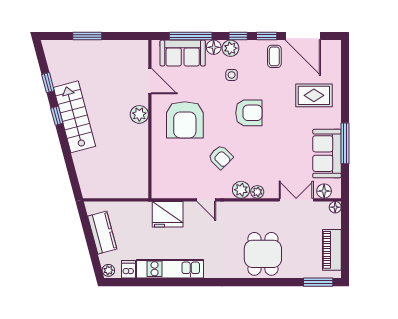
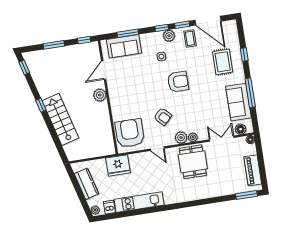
window: (130, 36) -> (84, 40), added
window: (191, 36) -> (128, 33), width x0.69
floor lamp: (214, 47) -> (146, 39), removed
plant: (230, 48) -> (169, 36), moved
door: (150, 81) -> (104, 70), swing flipped
window: (48, 83) -> (24, 67), moved
window: (345, 90) -> (244, 54), added
rug: (314, 95) -> (223, 62), turned 90
stairs: (74, 117) -> (60, 119), moved
armchair: (185, 120) -> (130, 133), moved, turned 180
fridge: (168, 214) -> (118, 165), moved
dining table: (263, 254) -> (193, 162), moved

